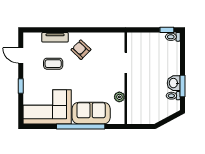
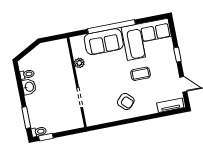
tv unit: (55, 37) -> (170, 105), moved
coffee table: (53, 64) -> (141, 74), moved
window: (183, 86) -> (26, 118), moved

